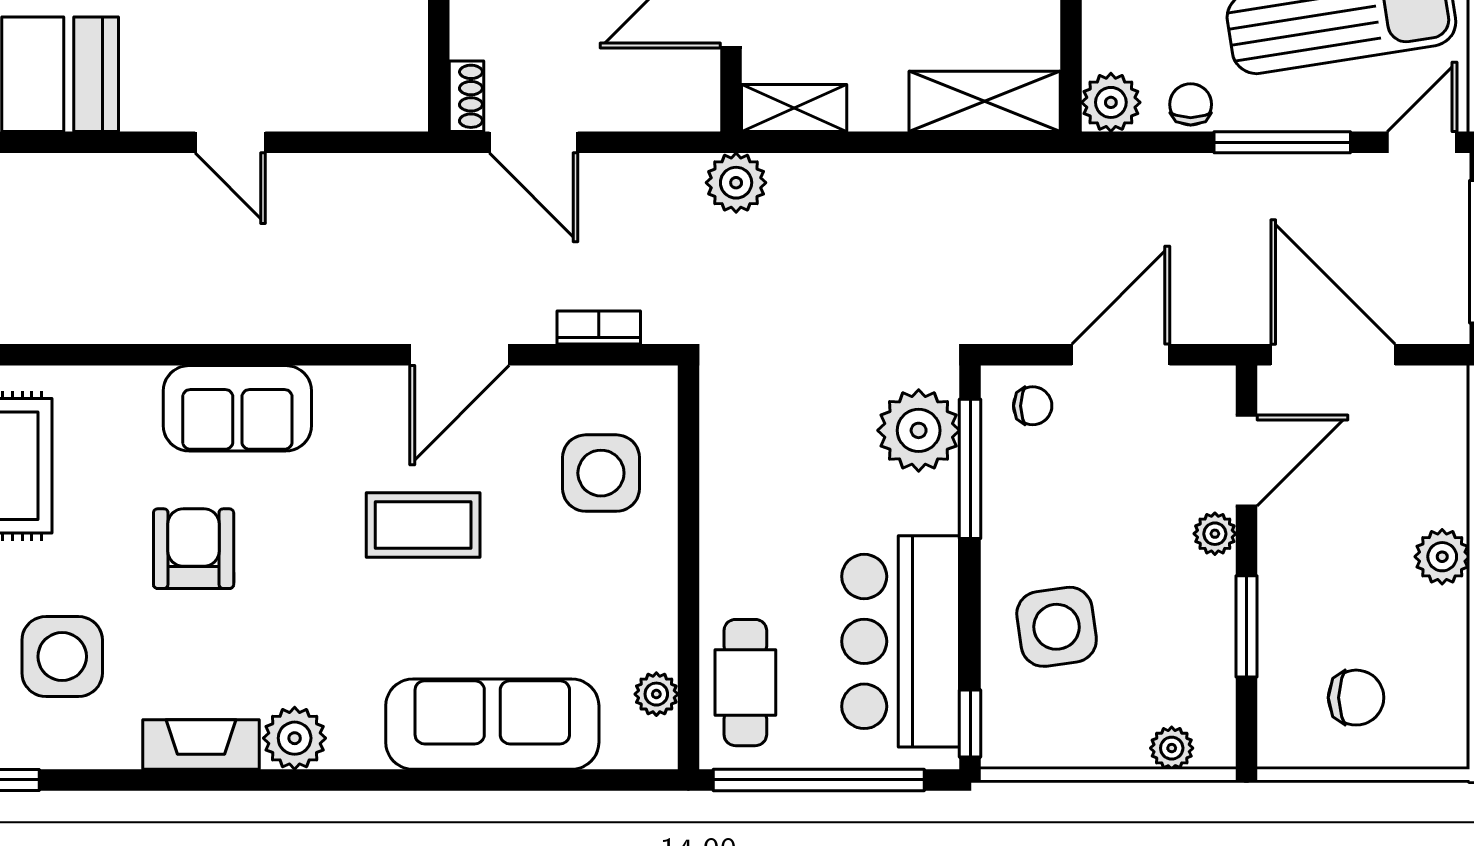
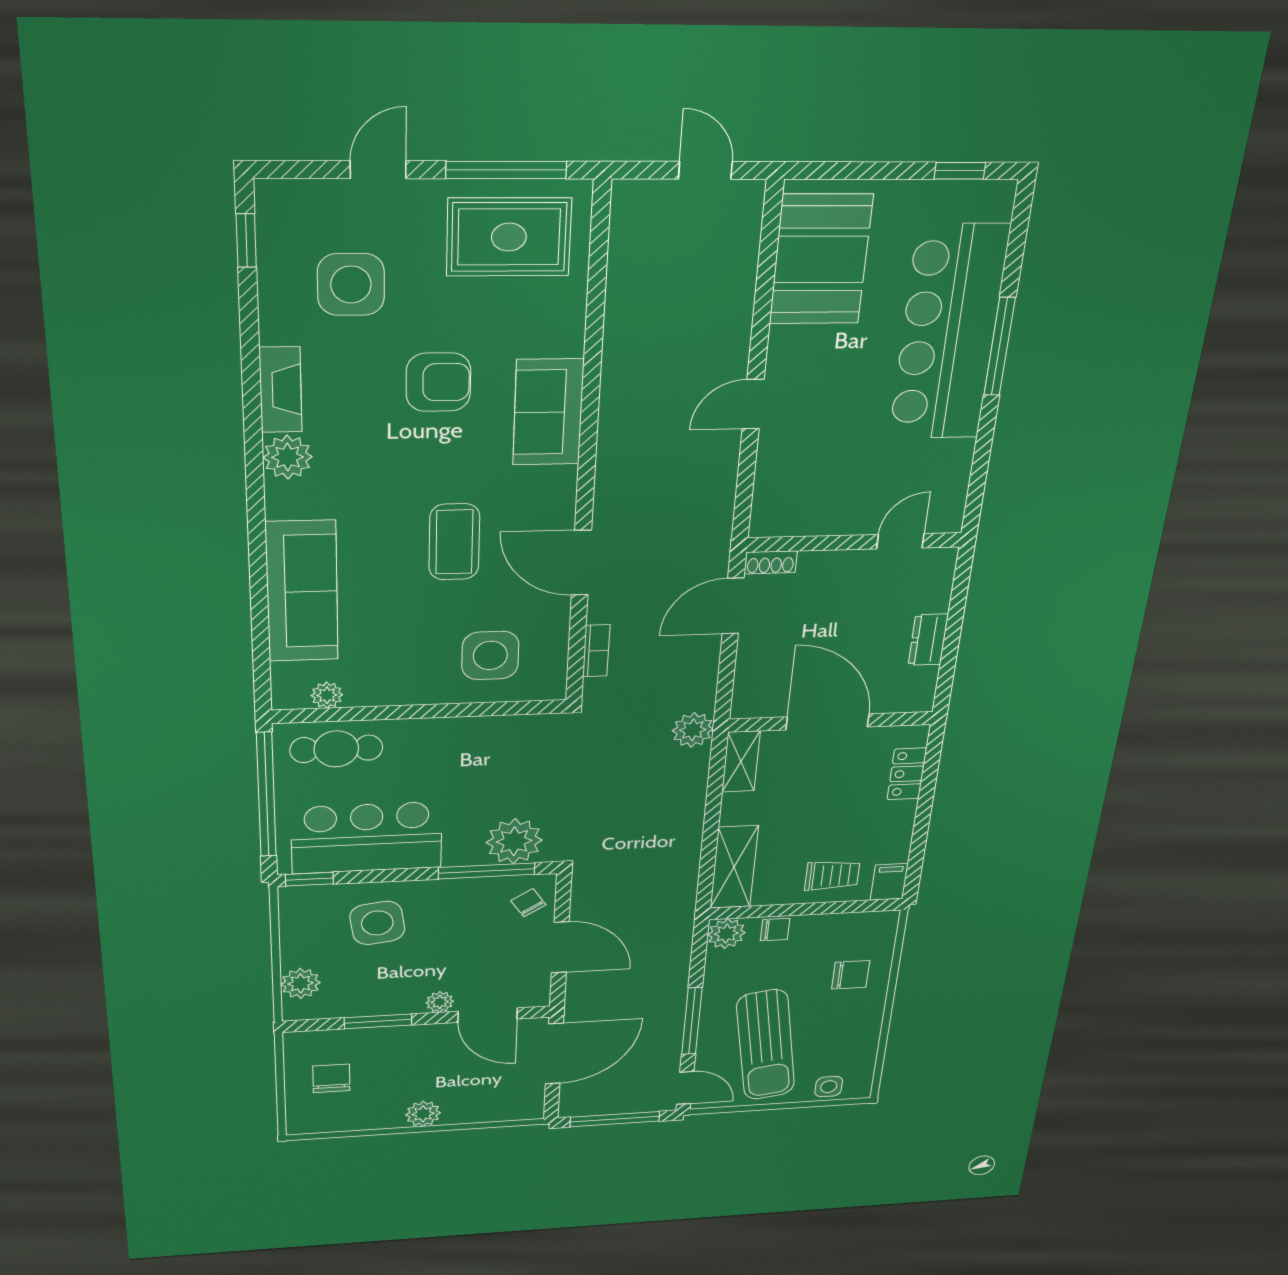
chair: (1191, 104) -> (775, 930), moved
chair: (1033, 406) -> (528, 903), turned 147
chair: (1356, 698) -> (331, 1078), turned 180
plant: (1172, 748) -> (301, 983), width x1.38, depth x1.38

